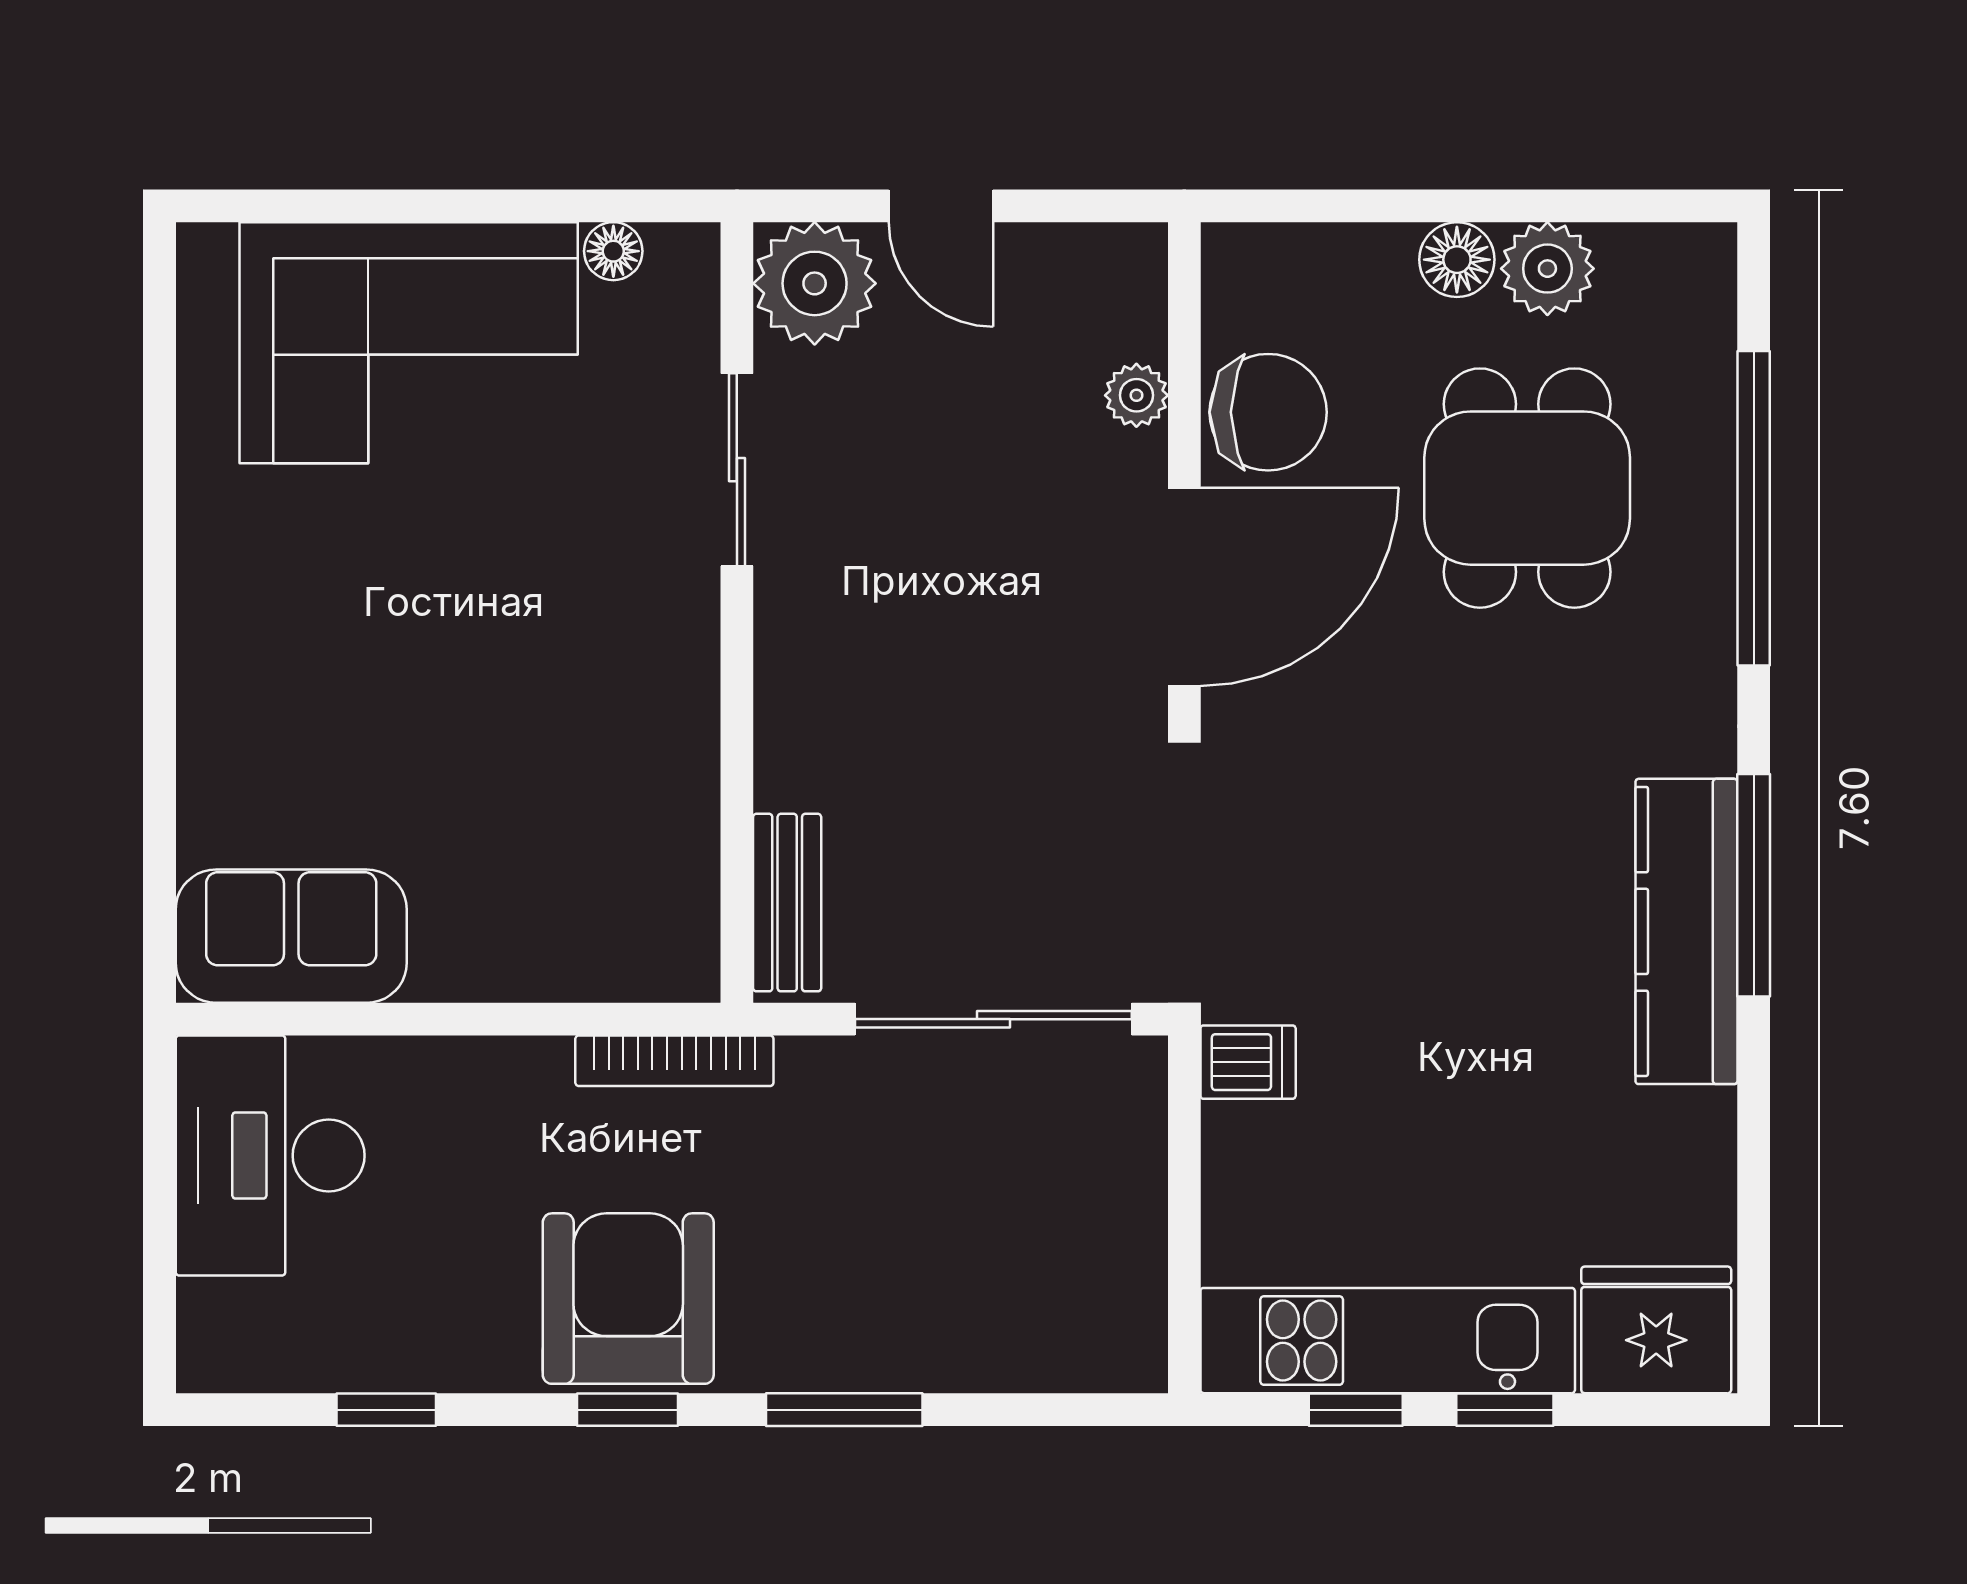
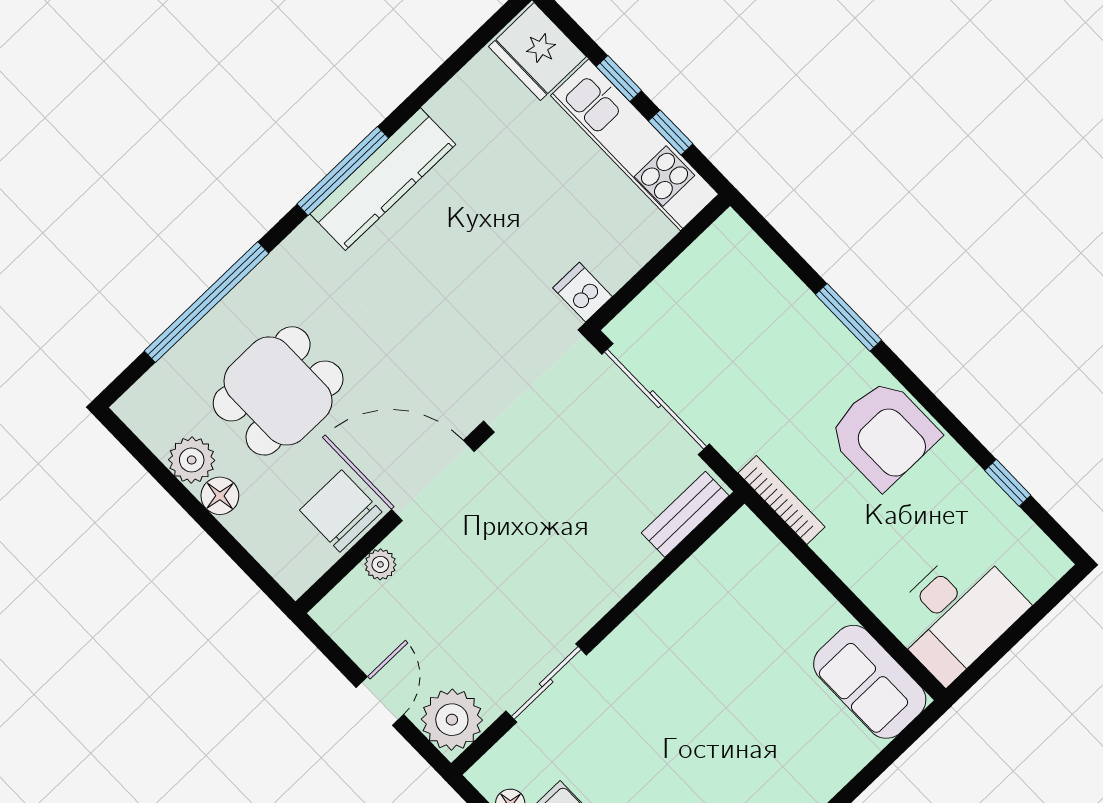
armchair: (628, 1299) -> (884, 434), turned -90
window: (628, 1410) -> (924, 396), removed

